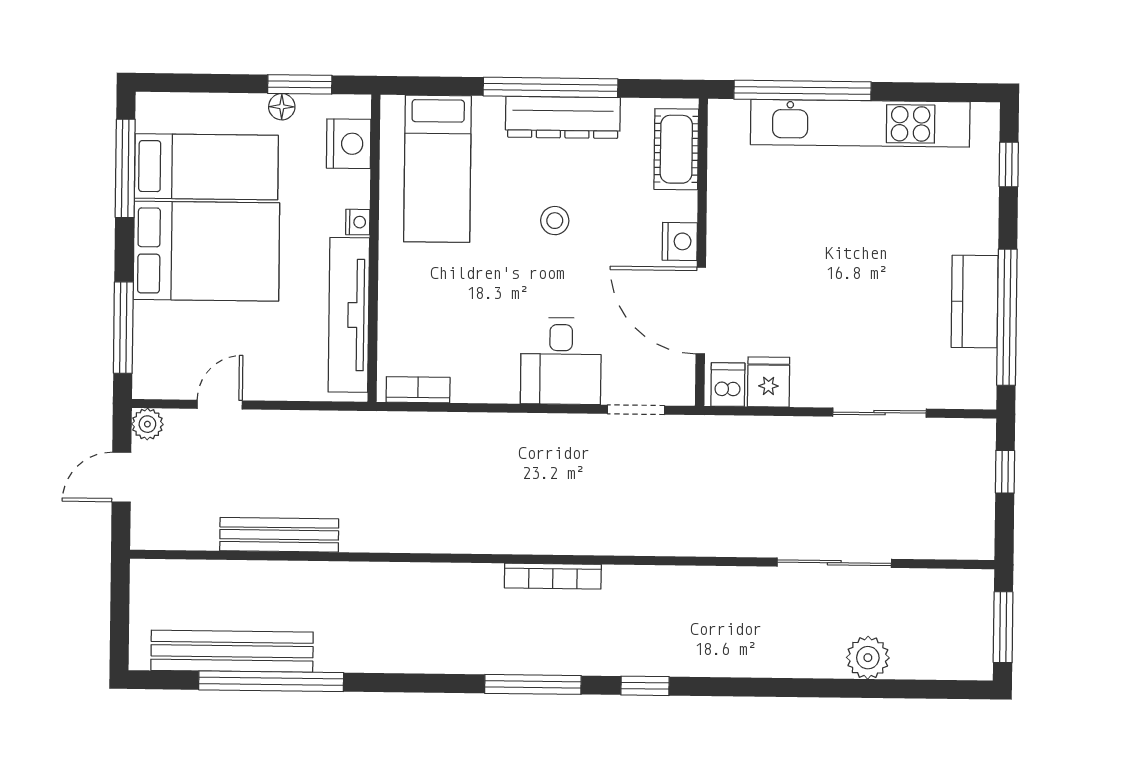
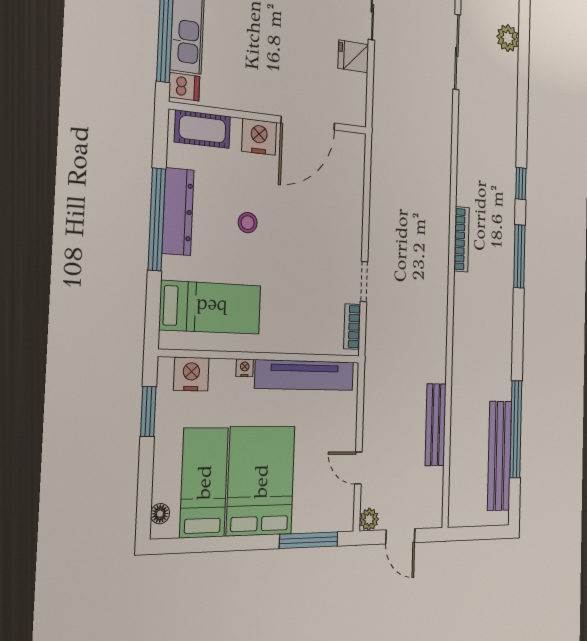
floor lamp: (282, 107) -> (160, 514), moved
window: (125, 168) -> (203, 545), removed
nightstand: (680, 241) -> (259, 137), width x1.36, depth x1.33
desk: (561, 361) -> (337, 225), removed
fridge: (769, 382) -> (353, 56), moved
dishwasher: (728, 385) -> (184, 87), moved, turned 180
doorway: (636, 410) -> (364, 282), moved

